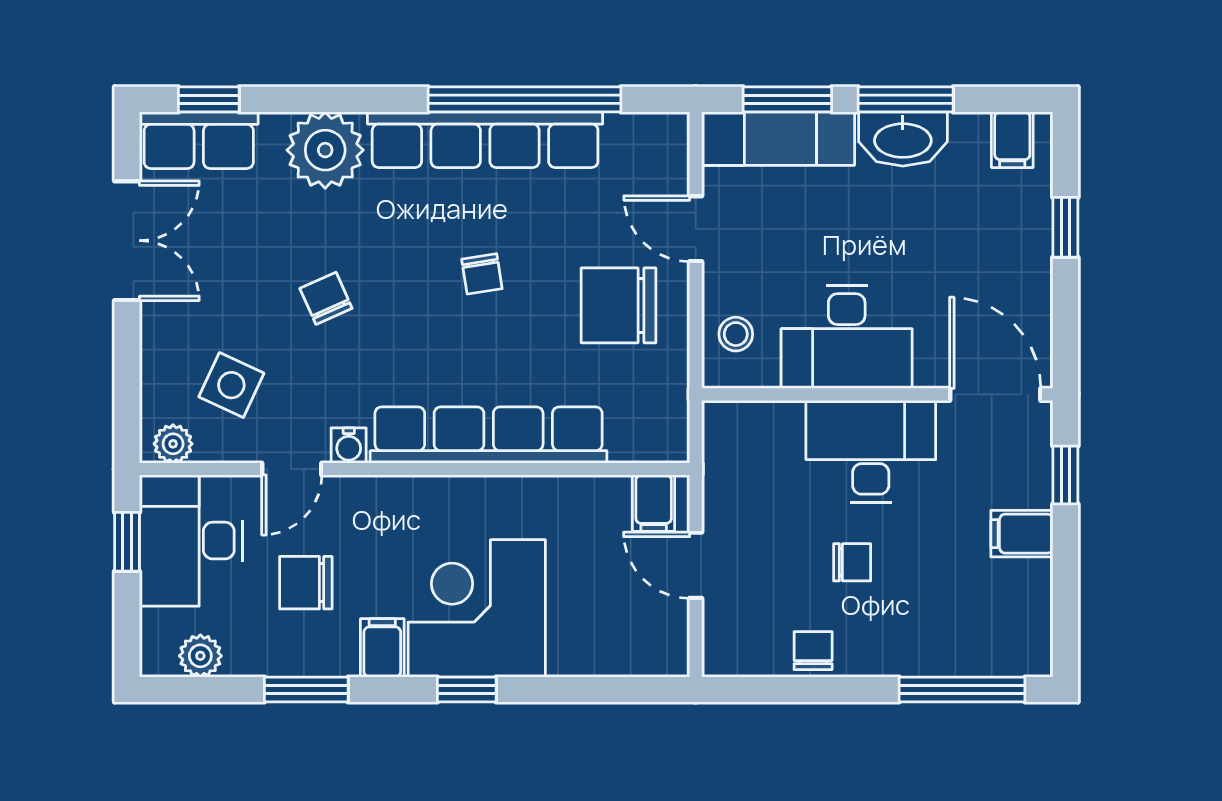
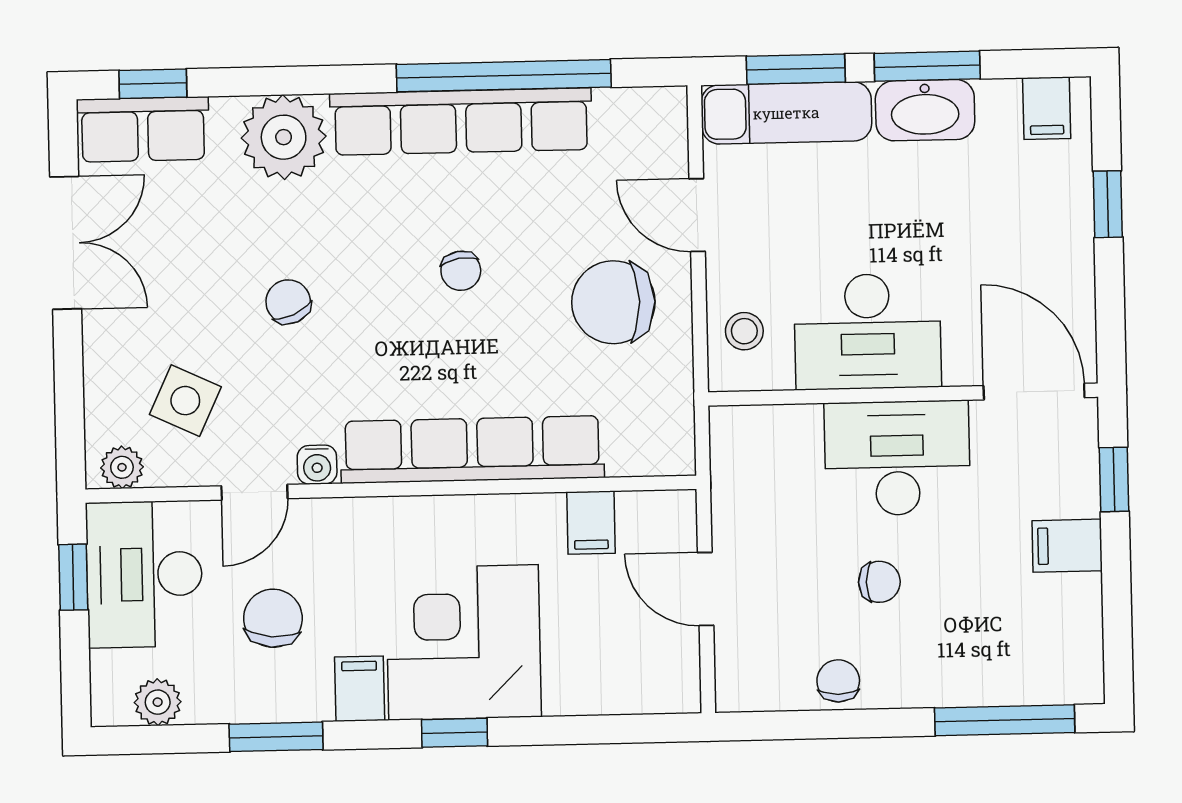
filing cabinet: (654, 503) -> (591, 523), moved
chair: (306, 583) -> (273, 618), turned 95

